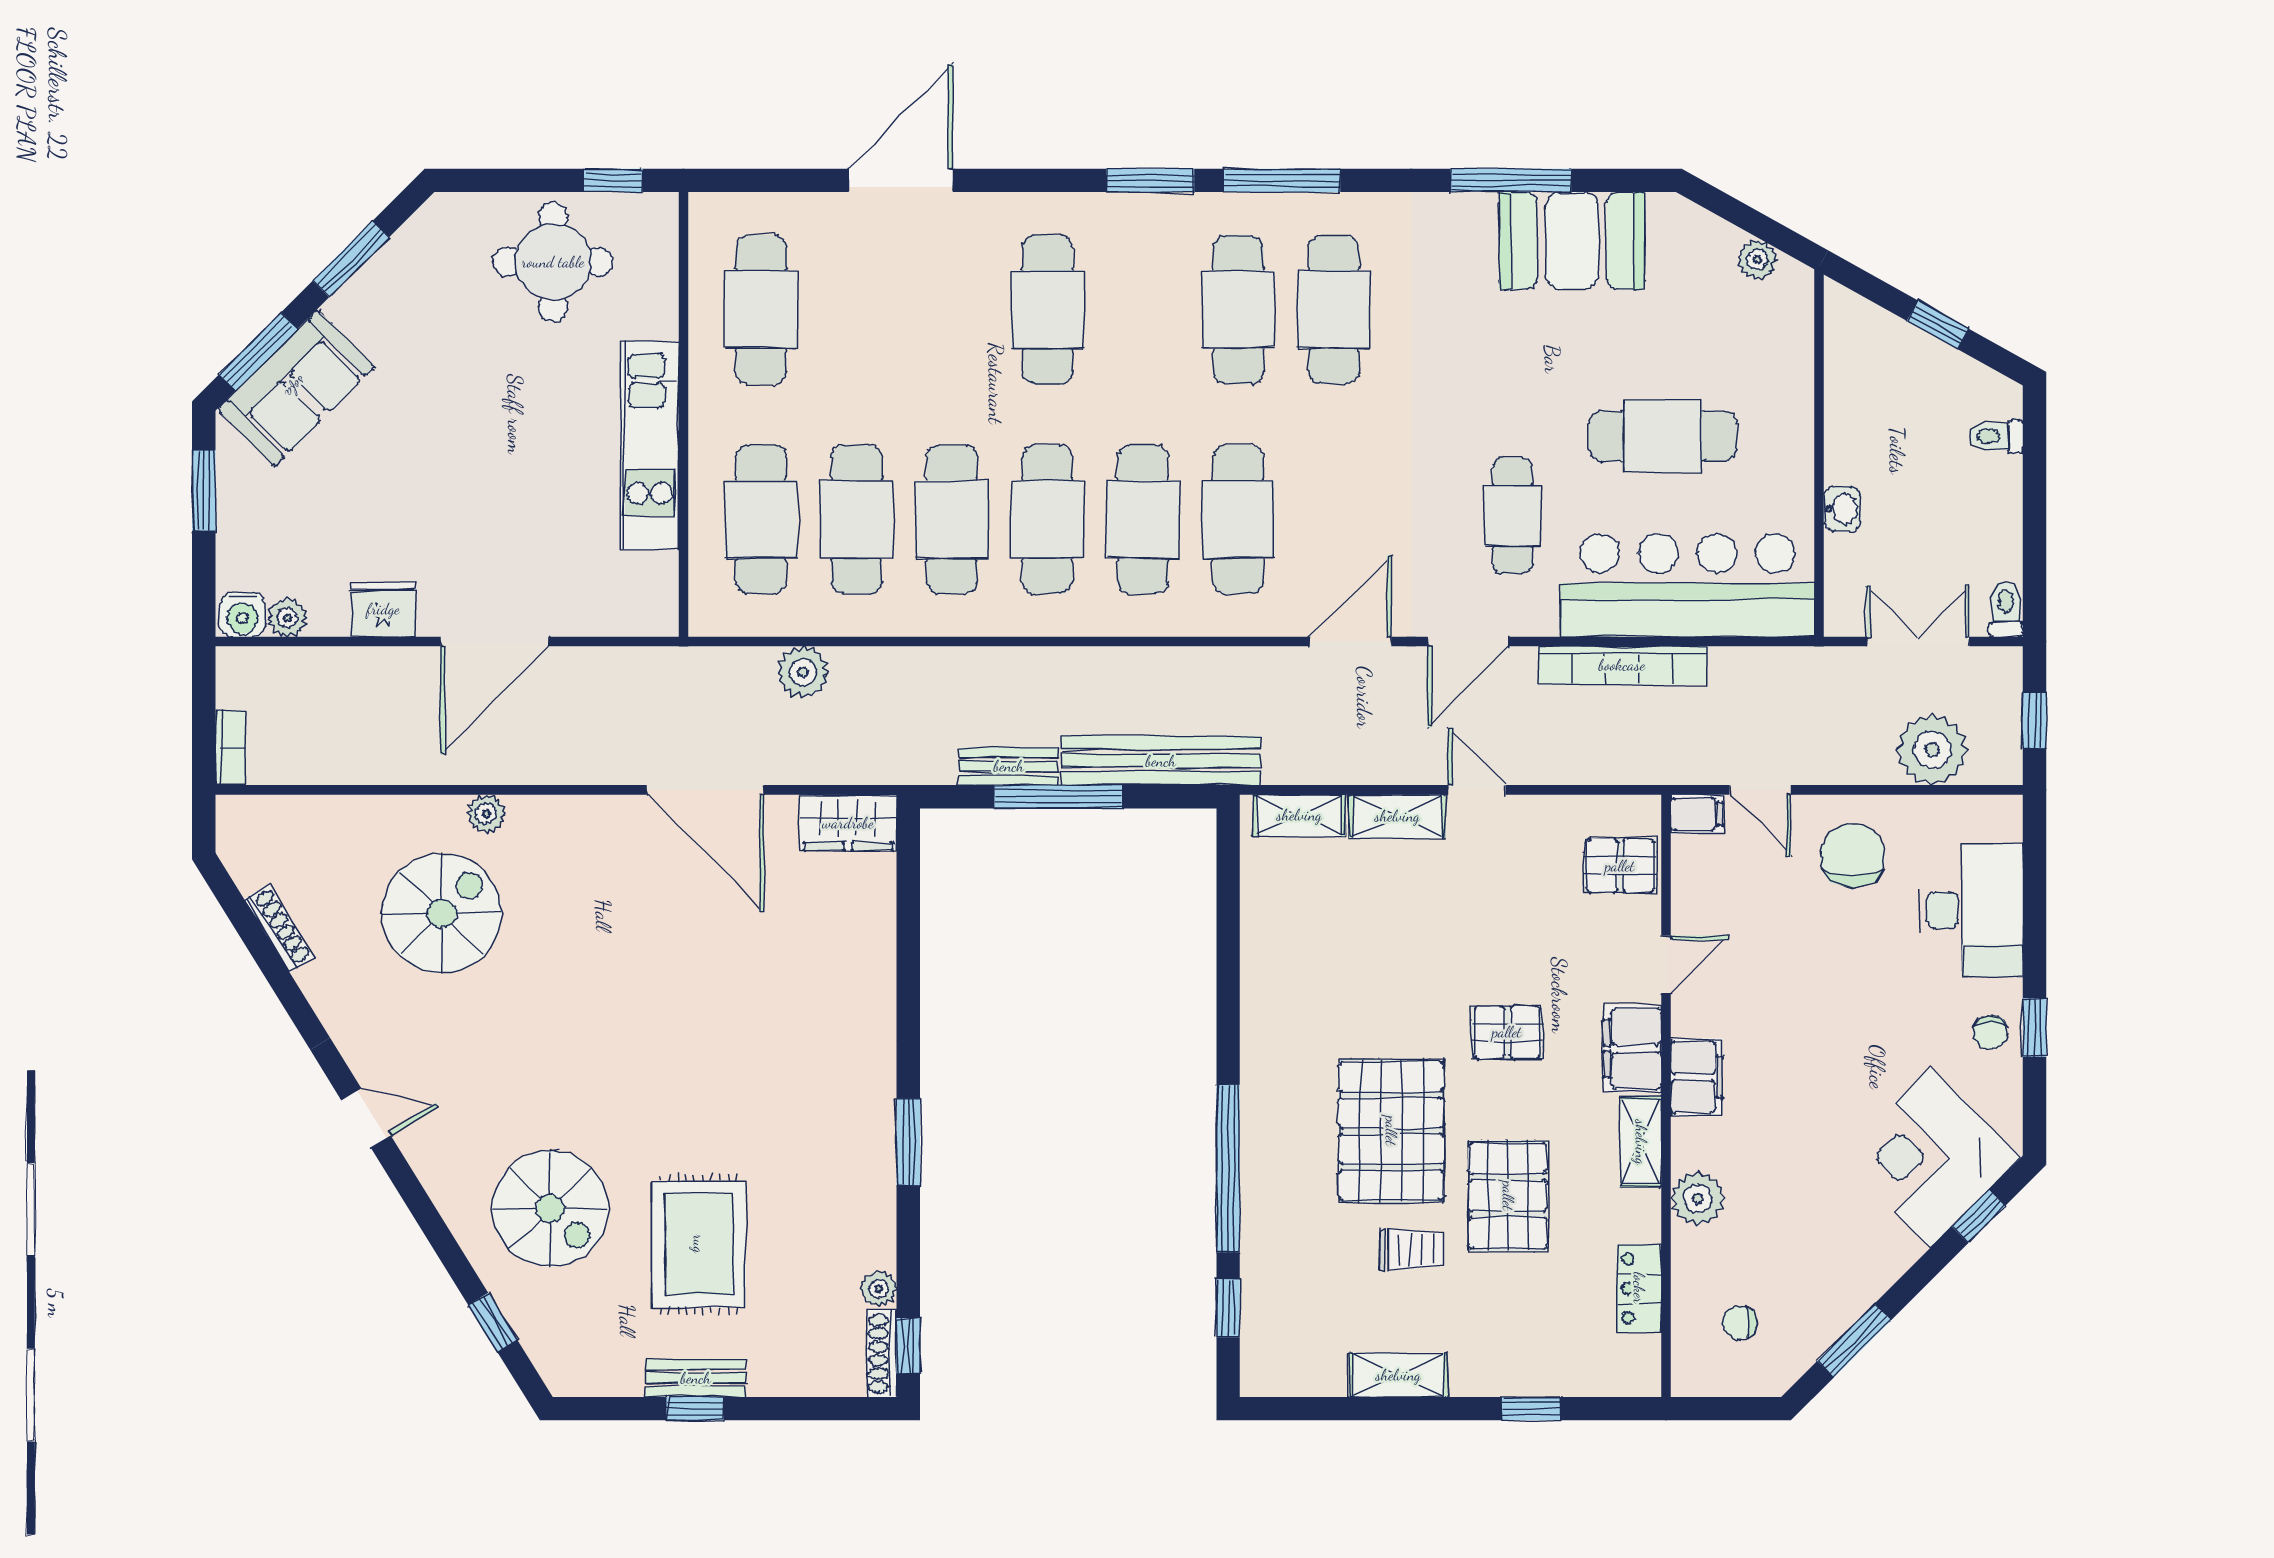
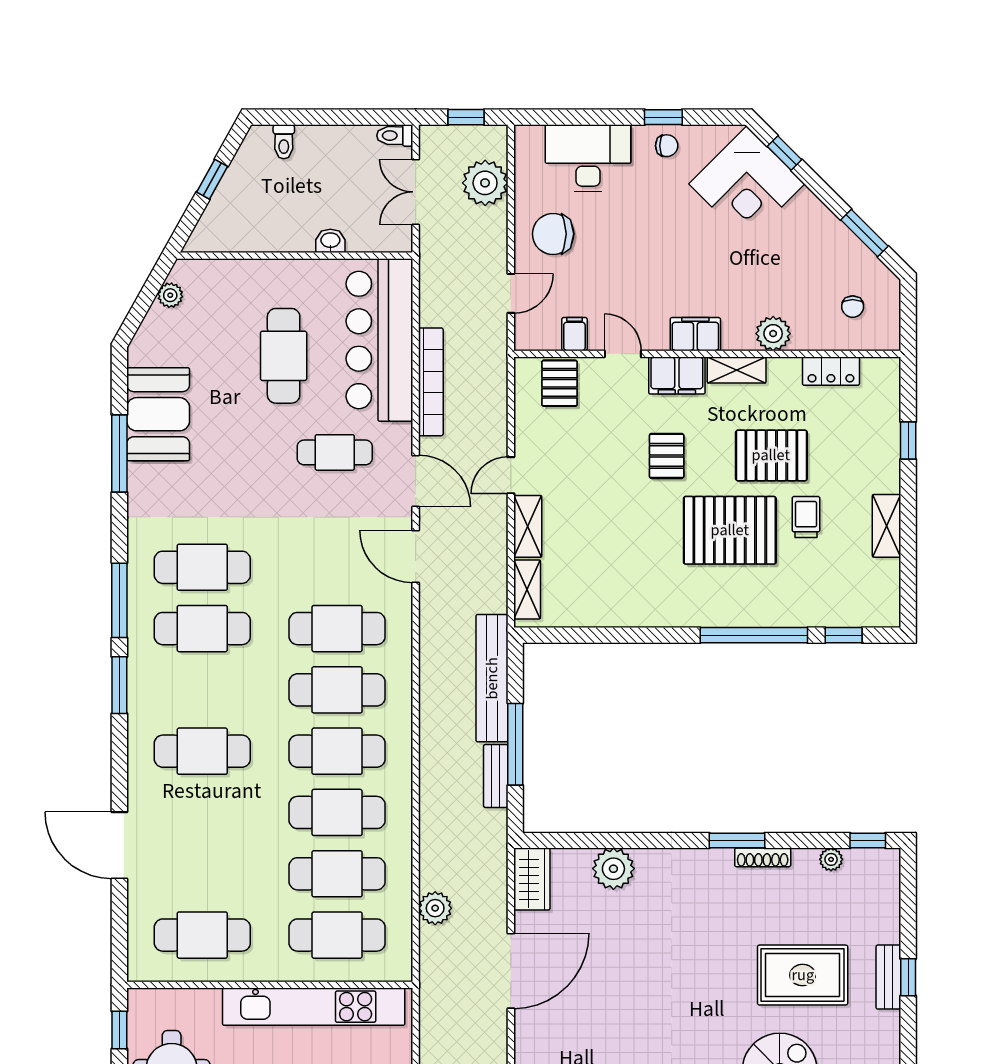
kitchen unit: (650, 445) -> (314, 1007), width x1.36
filing cabinet: (1697, 814) -> (574, 334), moved
plant: (864, 950) -> (613, 869), added
shoe rack: (882, 1354) -> (763, 857), moved

